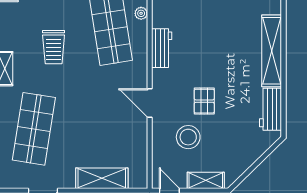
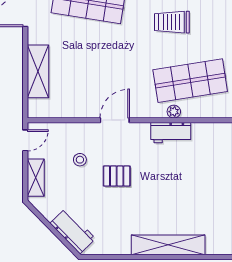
plant: (141, 13) -> (174, 112), moved
workbench: (271, 109) -> (73, 231), moved, turned 46
stool: (188, 137) -> (80, 160), width x0.53, depth x0.53

